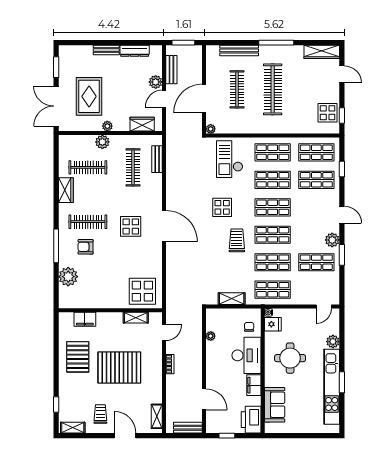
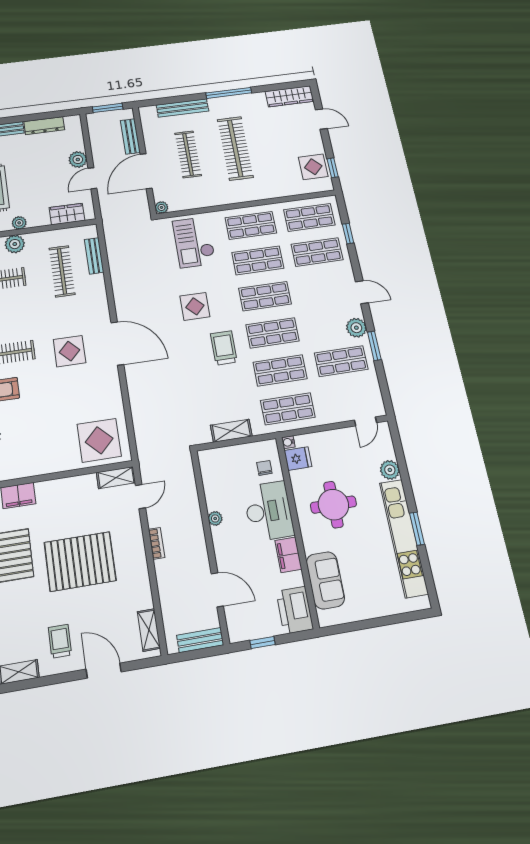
bench: (171, 70) -> (130, 136), moved
shelving: (136, 318) -> (116, 478), moved
plant: (211, 336) -> (215, 518), moved

